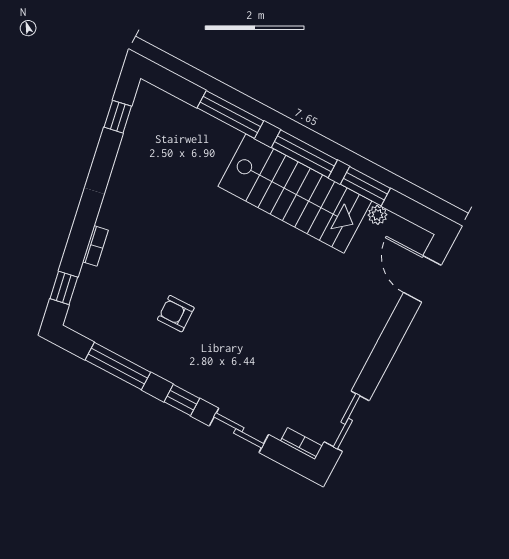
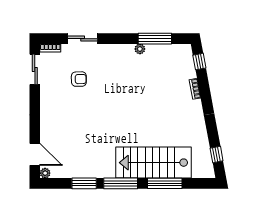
stairs: (295, 194) -> (154, 163), moved
plant: (378, 215) -> (45, 173), moved
armchair: (176, 314) -> (79, 79), moved
plant: (152, 362) -> (140, 49), added
window: (182, 400) -> (117, 39), removed

